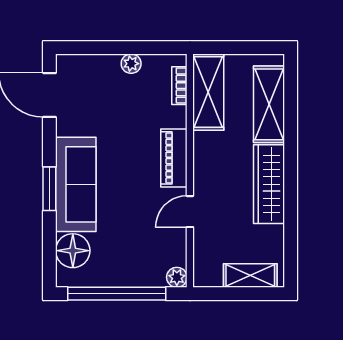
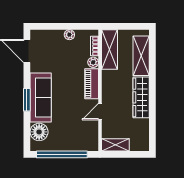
shelving: (250, 275) -> (115, 145), moved
plant: (177, 277) -> (93, 62), moved

